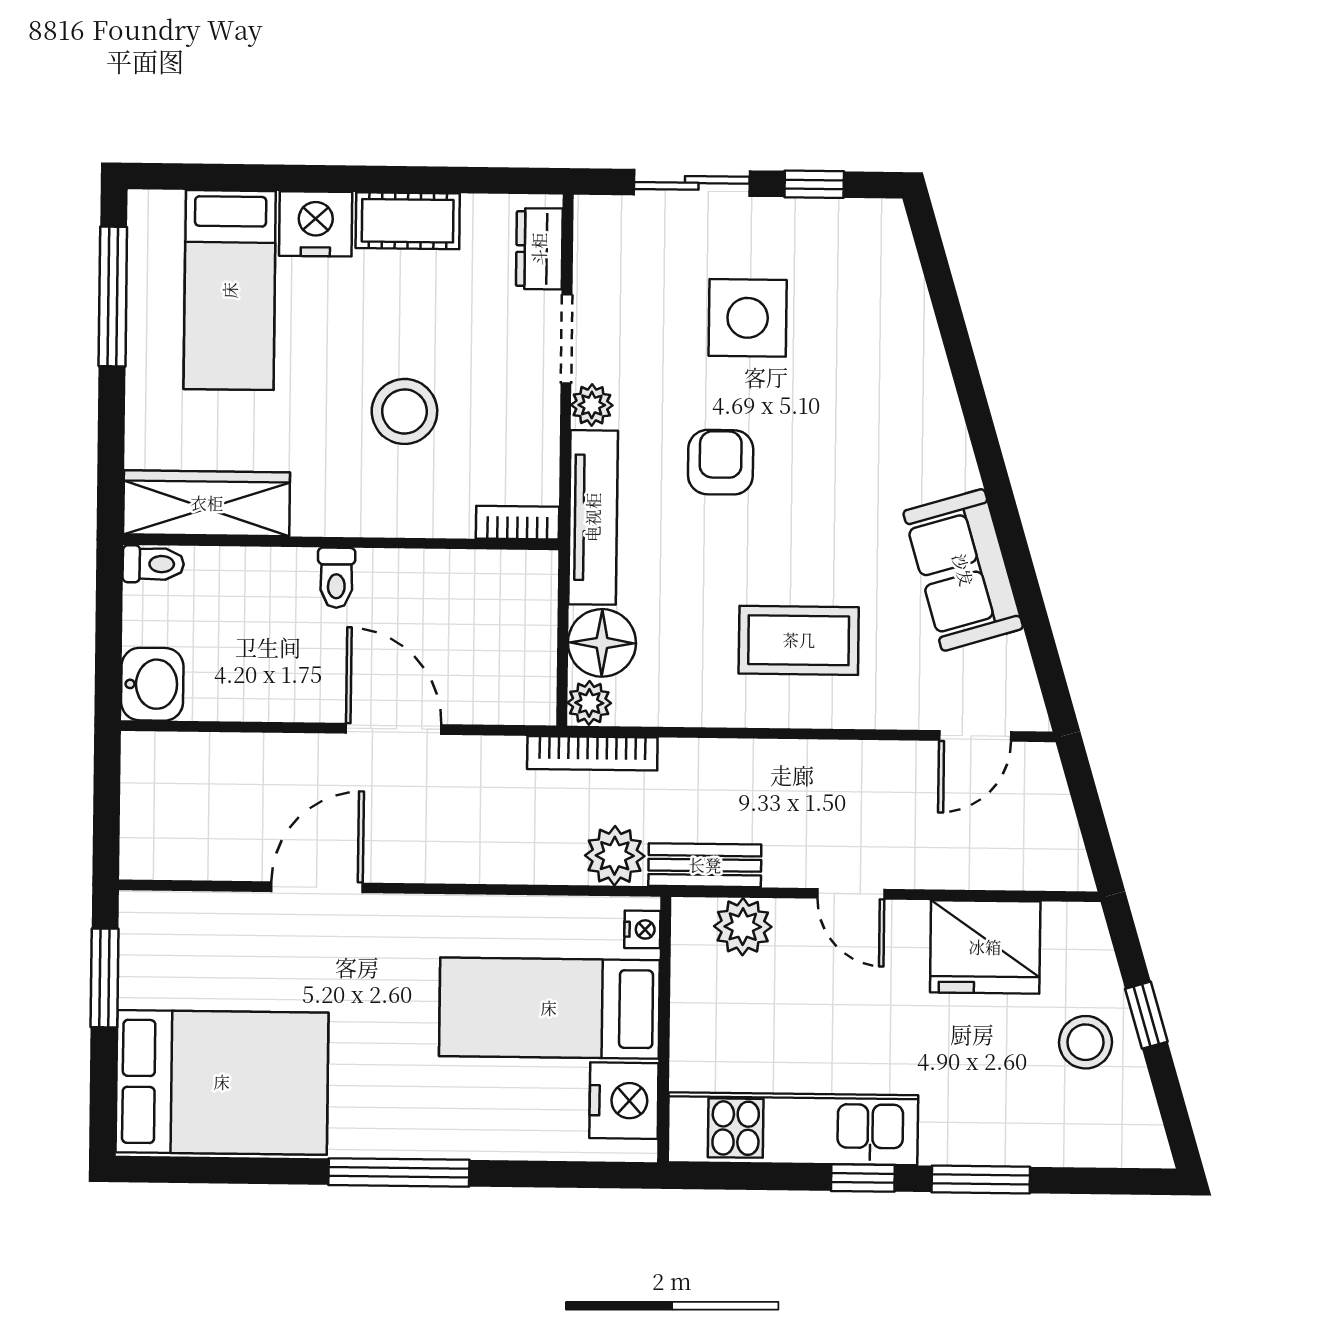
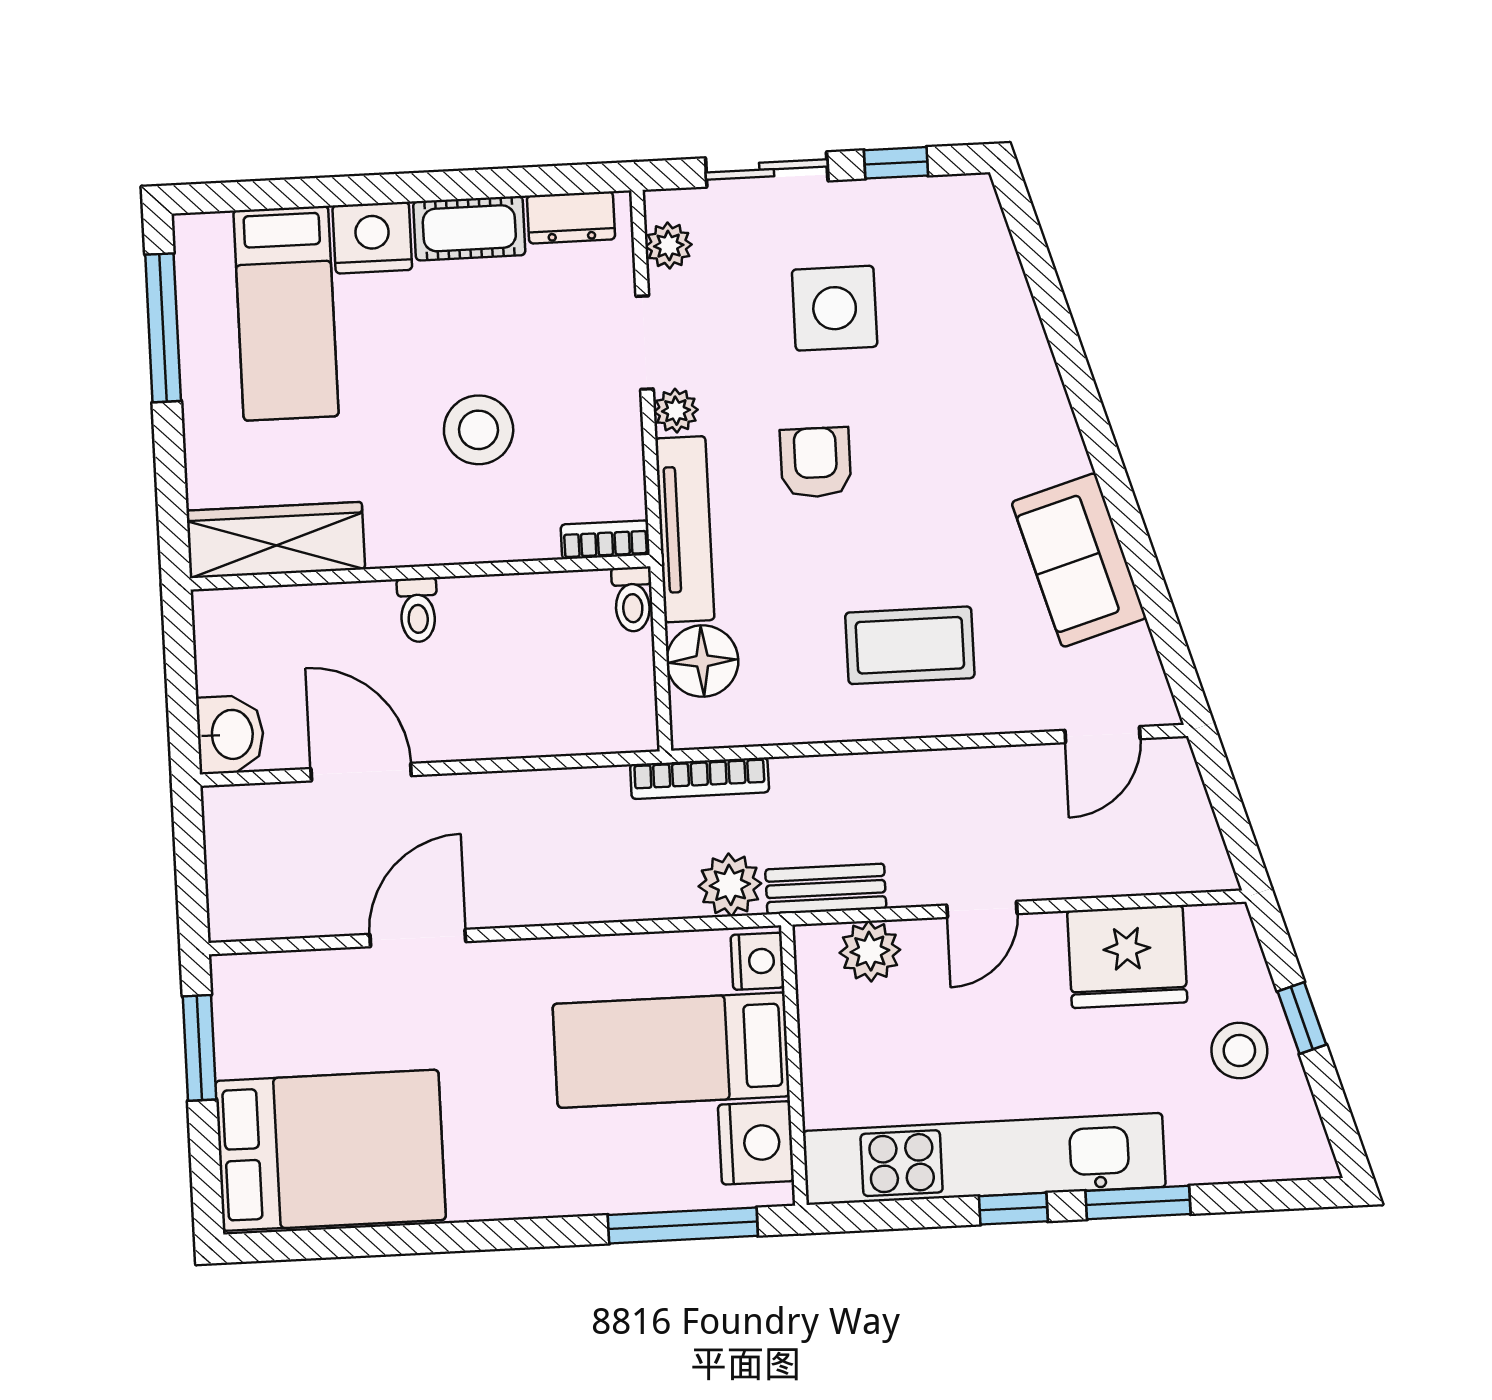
dresser: (539, 249) -> (571, 218), moved, turned -90
toilet: (153, 564) -> (632, 599), moved, turned 90
plant: (589, 703) -> (669, 246), moved
door: (394, 729) -> (361, 772), moved
door: (851, 894) -> (982, 909), hinge flipped
nightstand: (642, 929) -> (757, 961), width x1.39, depth x1.35
kitchen unit: (793, 1129) -> (984, 1159), width x1.36
window: (399, 1172) -> (683, 1225), moved

